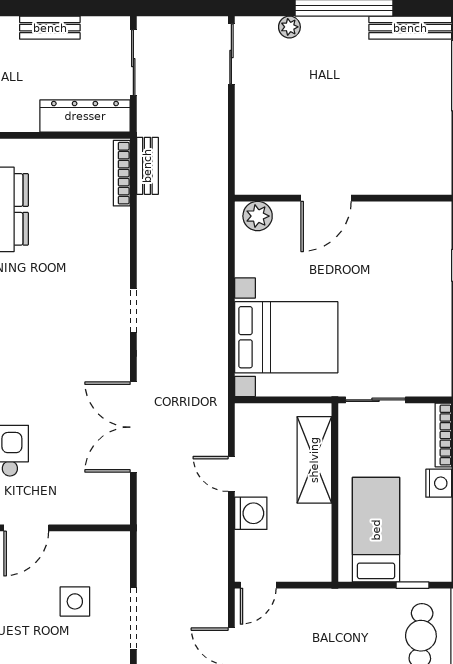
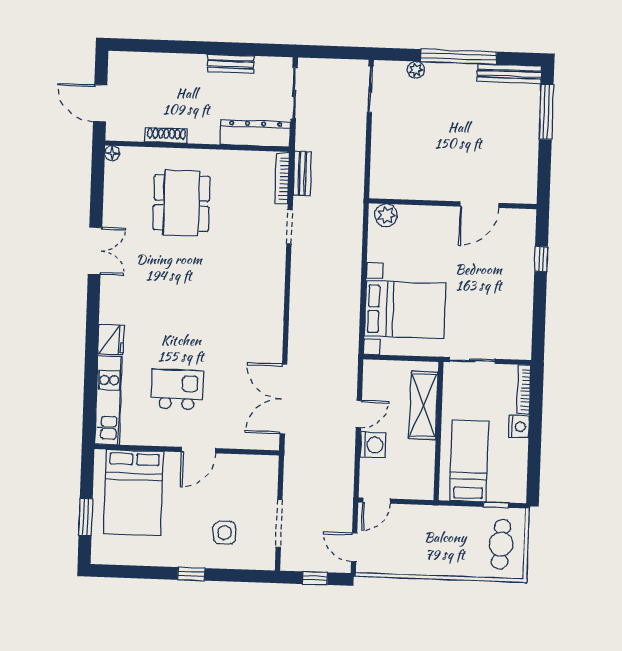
door: (326, 198) -> (479, 205), moved
doorway: (133, 311) -> (289, 227), moved
double door: (133, 427) -> (283, 399), moved
door: (231, 474) -> (359, 414), swing flipped
side table: (75, 601) -> (225, 533), moved

